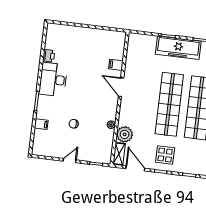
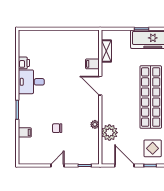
desk: (53, 80) -> (31, 82), width x0.73
shelving: (119, 154) -> (106, 51), moved

